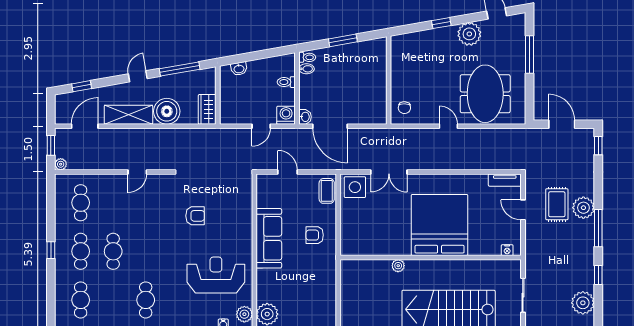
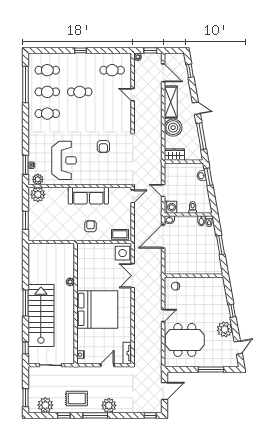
window: (241, 58) -> (208, 177), added
door: (137, 172) -> (133, 95), moved
door: (288, 172) -> (133, 196), moved
rug: (557, 204) -> (77, 399), moved
cafe table: (81, 251) -> (47, 92), moved

